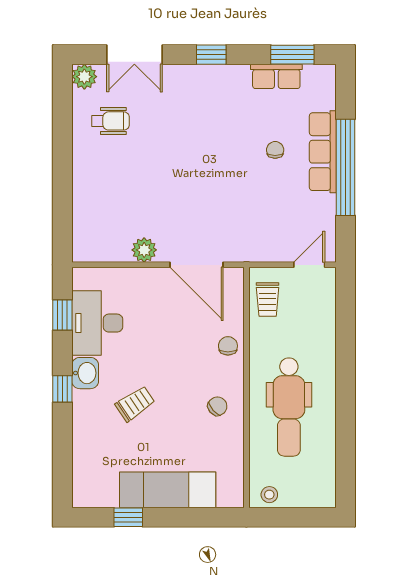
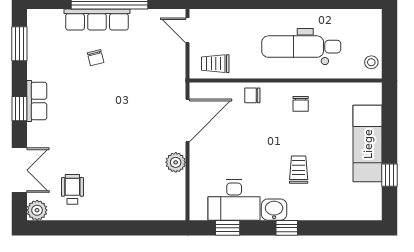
row of seats: (276, 76) -> (37, 101), moved
chair: (275, 150) -> (96, 58), turned -104
trolley: (268, 300) -> (215, 64), turned 180
trolley: (135, 404) -> (299, 170), turned 34
chair: (217, 406) -> (301, 104), turned -139
dental chair: (289, 407) -> (301, 47), turned 180

